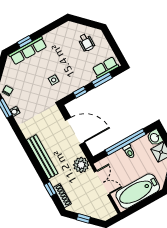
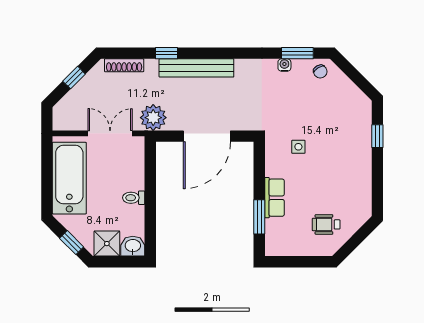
row of seats: (28, 51) -> (362, 133), removed
row of seats: (105, 67) -> (274, 198), moved
window: (80, 92) -> (259, 175), removed
window: (125, 142) -> (150, 200), removed
double door: (102, 183) -> (110, 133), swing flipped
window: (50, 189) -> (167, 53), moved

